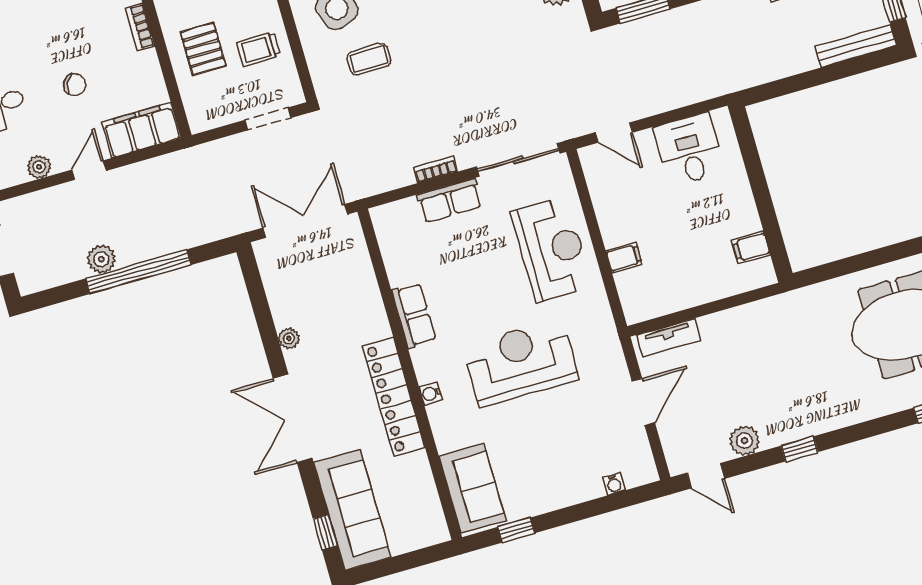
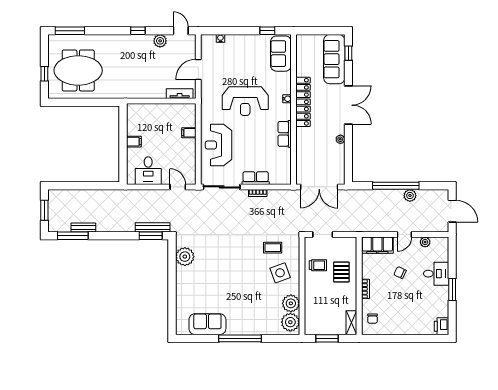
bench: (856, 46) -> (153, 227), moved
filing cabinet: (751, 247) -> (134, 142), moved

